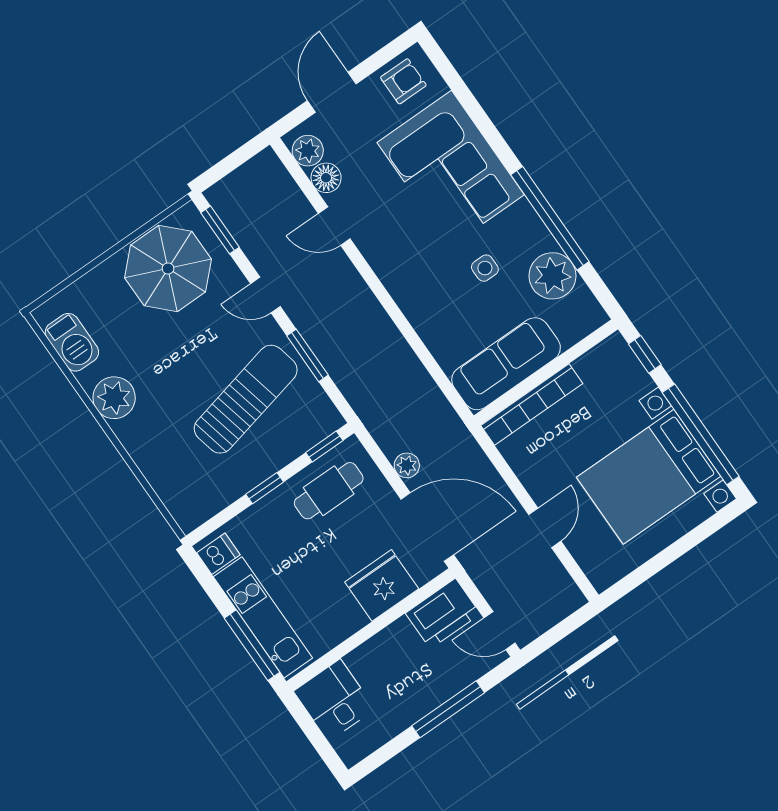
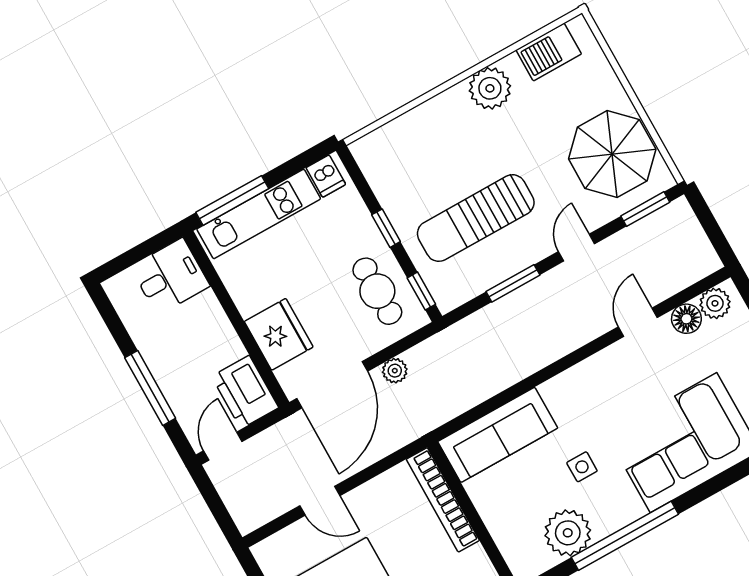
sofa: (506, 364) -> (498, 435), moved, turned 90
sun lounger: (246, 399) -> (476, 218), turned 103

